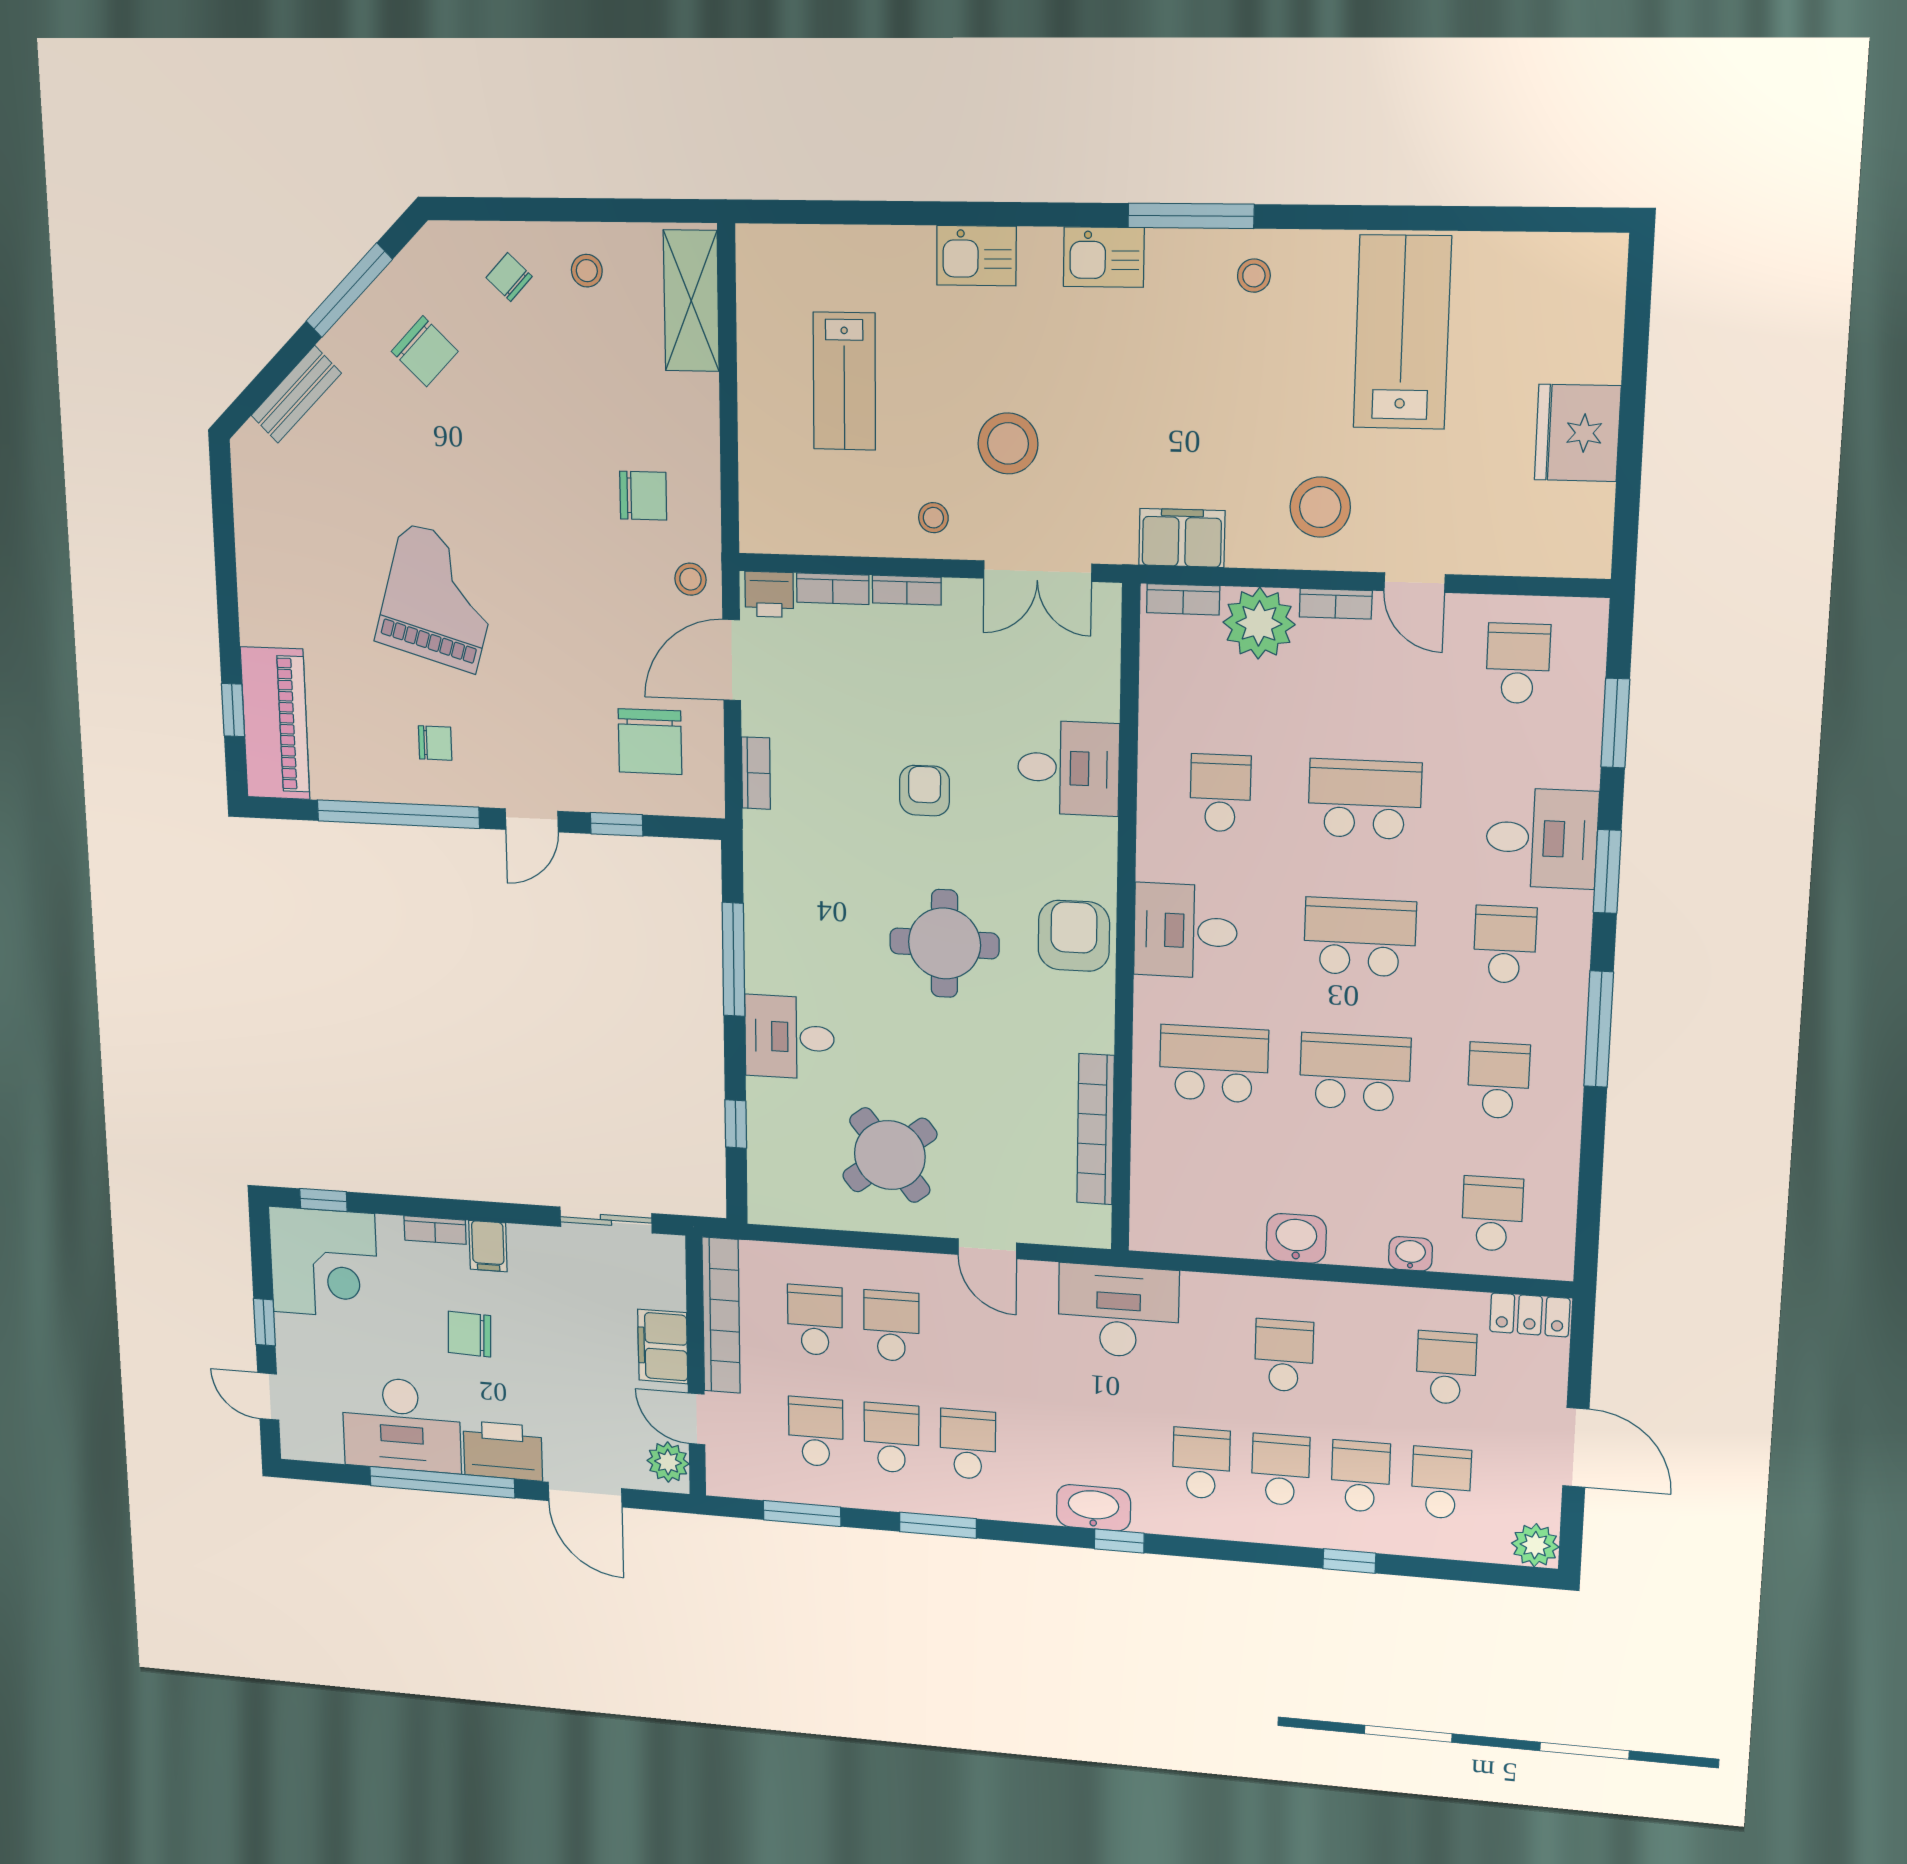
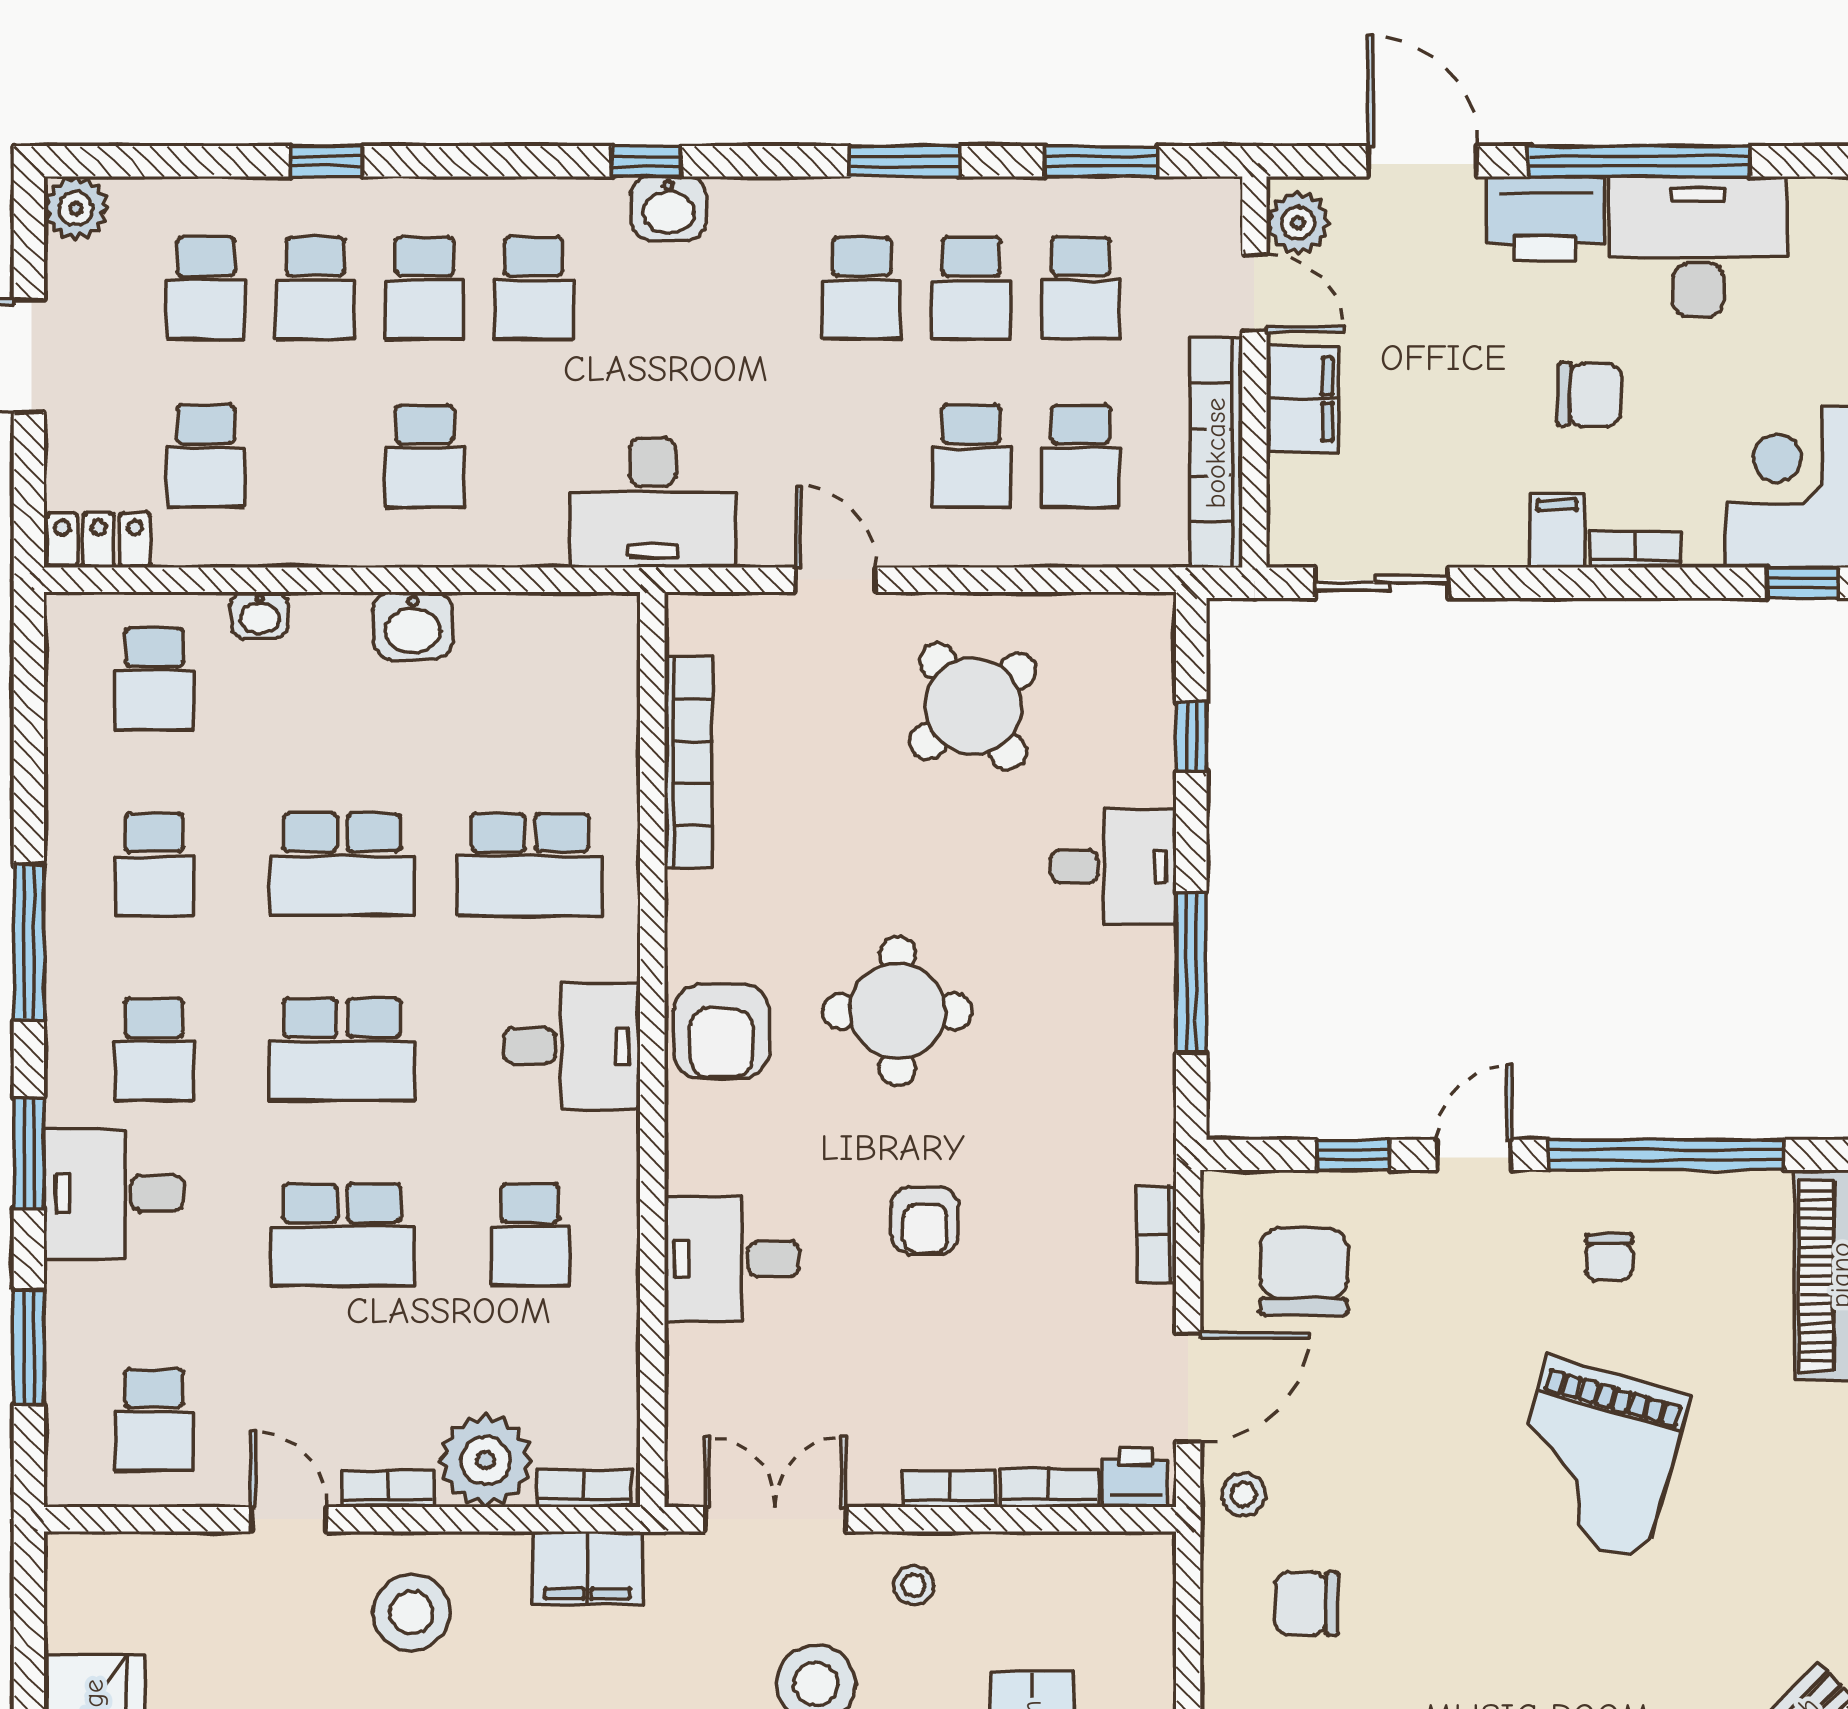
chair: (435, 743) -> (1609, 1257), turned -90
washbasin: (1093, 1508) -> (669, 208), width x0.72

